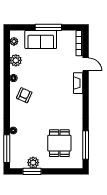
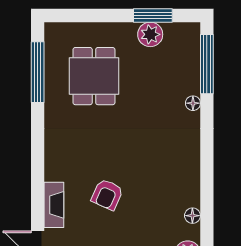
armchair: (24, 95) -> (107, 194), moved

